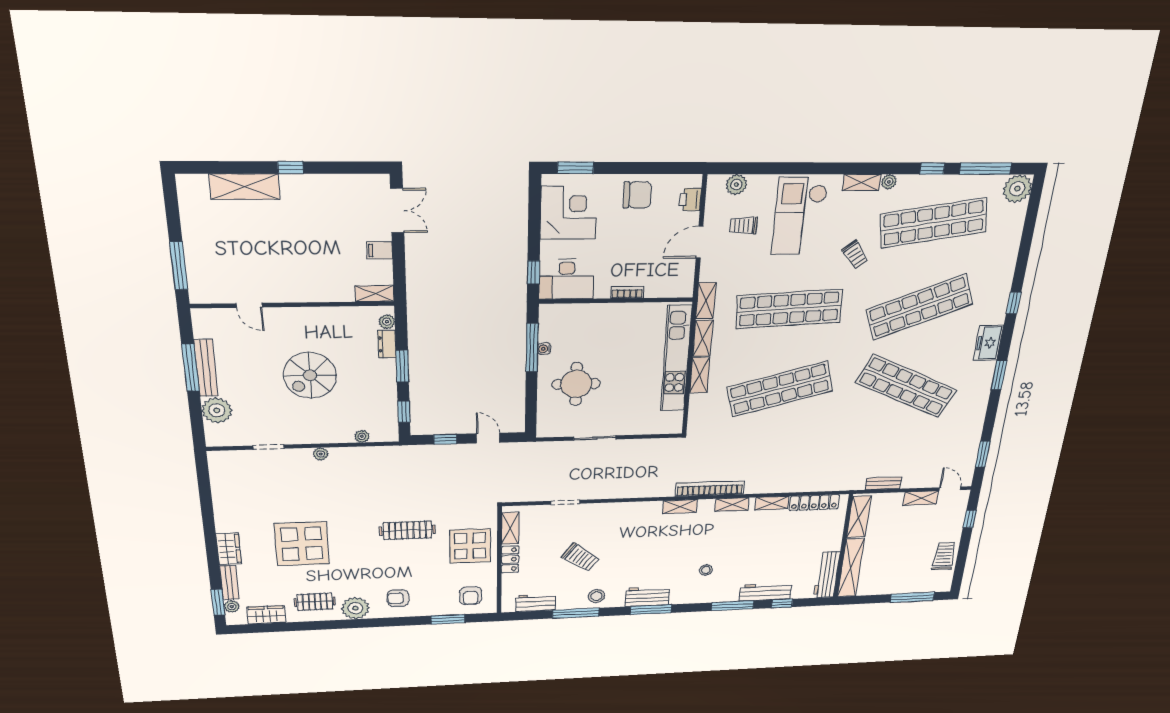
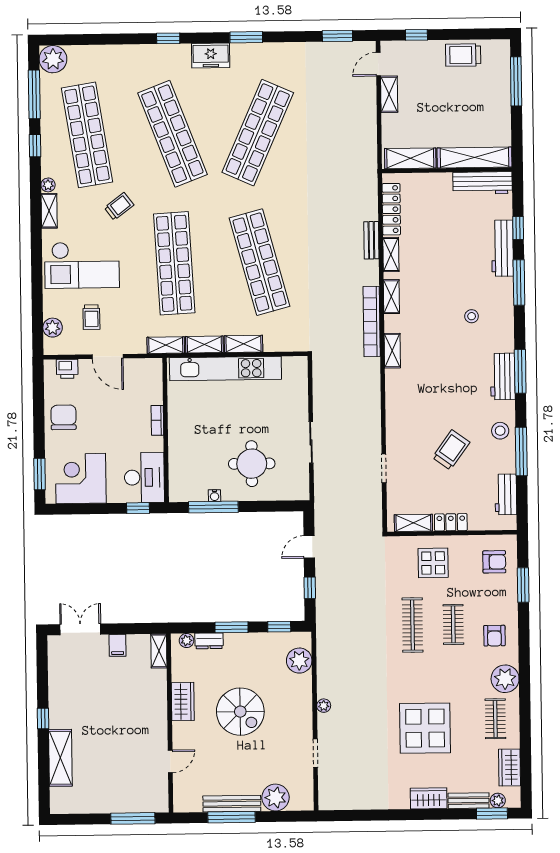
wardrobe: (318, 318) -> (183, 702), added
plant: (362, 436) -> (299, 661), width x1.87, depth x1.87
bench: (884, 483) -> (371, 240), moved
display table: (470, 546) -> (433, 563), width x0.73, depth x0.73
clothes rail: (409, 564) -> (453, 624), added

